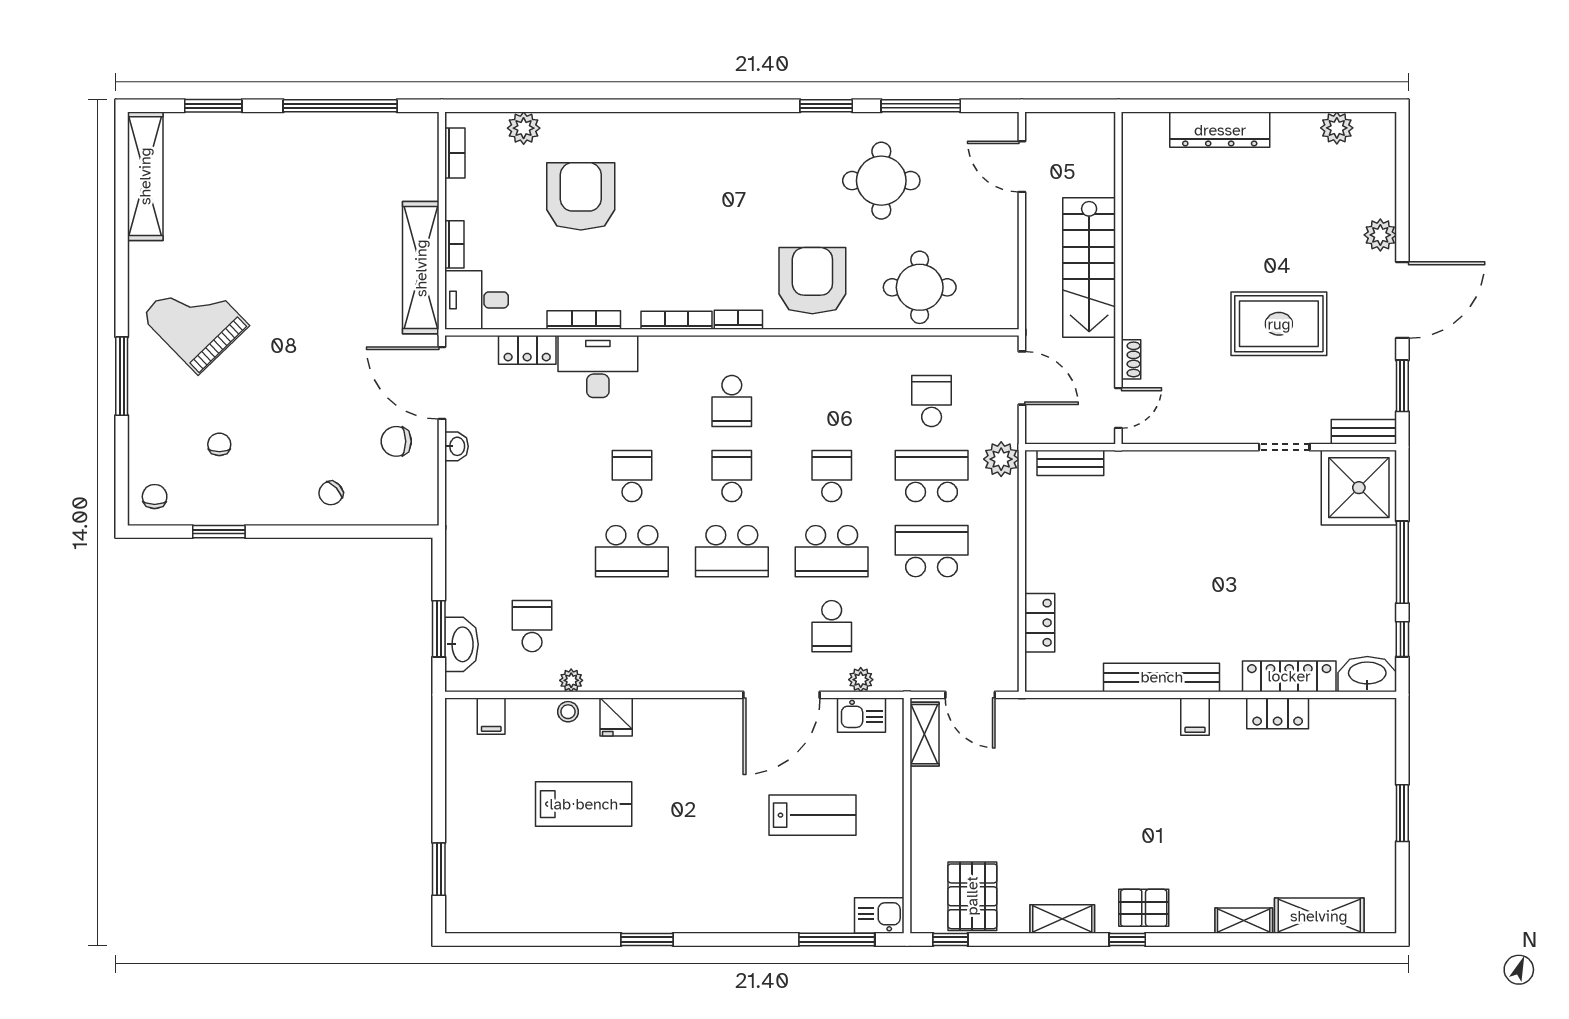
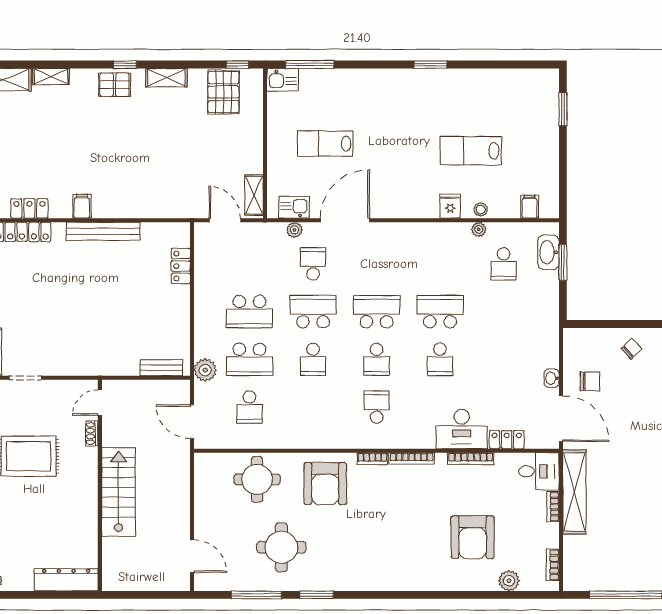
stairs: (1089, 267) -> (119, 492), moved
wall: (1118, 278) -> (100, 485), moved
shoe rack: (1131, 359) -> (92, 434), moved
door: (1118, 408) -> (100, 403), moved

